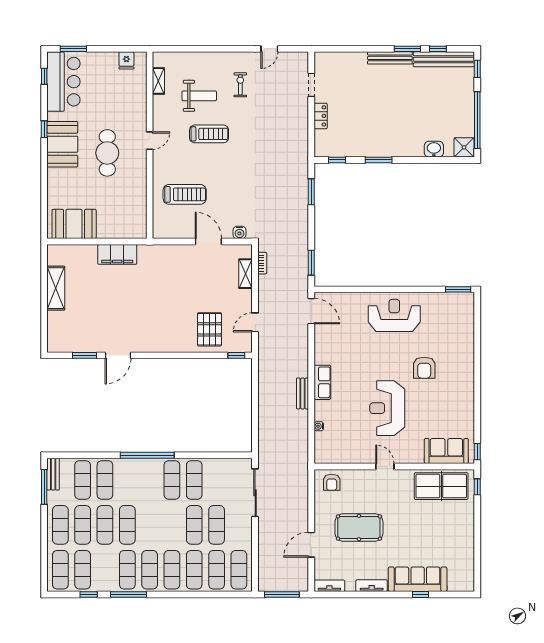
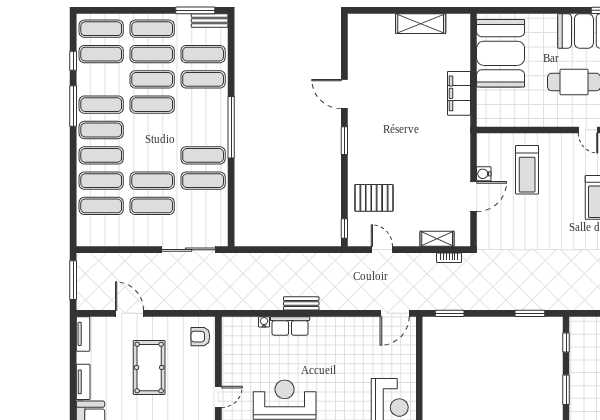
booth: (74, 224) -> (501, 53), width x1.36, depth x1.42
water cooler: (240, 232) -> (484, 174), moved
window: (84, 355) -> (344, 141), moved
row of seats: (322, 382) -> (290, 326), moved
exercise mat: (239, 570) -> (101, 231), removed

